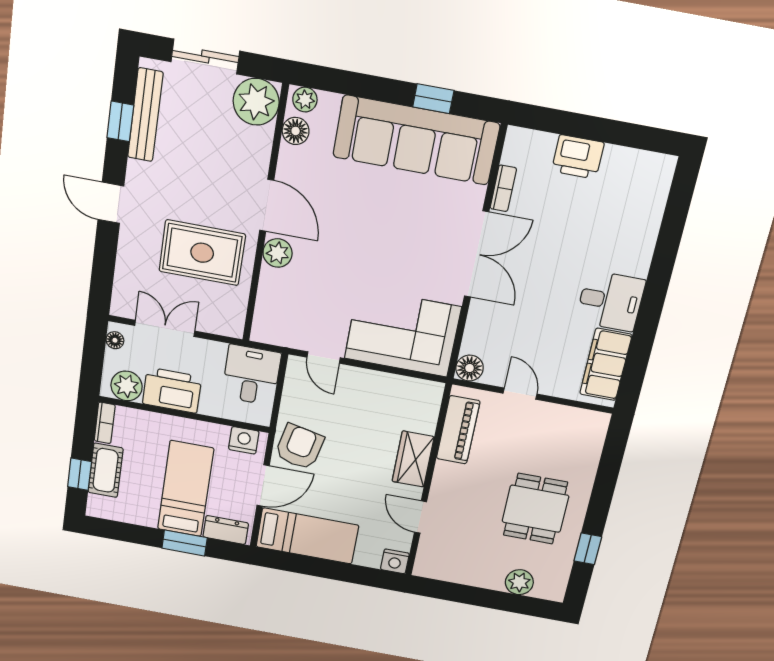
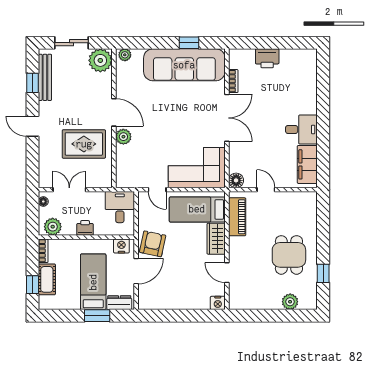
floor lamp: (296, 131) -> (123, 71), removed
printer: (172, 390) -> (85, 228), width x0.53, depth x0.68
bed: (307, 536) -> (197, 209), moved, turned 180

